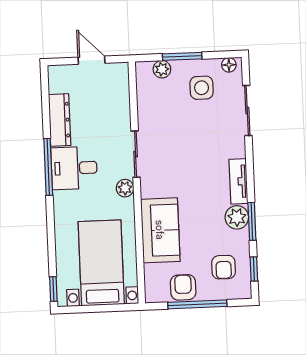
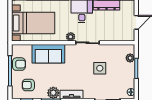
side table: (202, 88) -> (100, 68), moved

